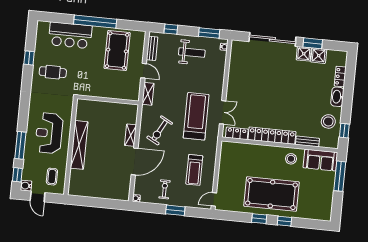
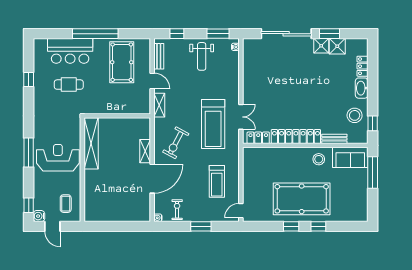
weight bench: (192, 53) -> (202, 56), turned 90
cafe table: (53, 72) -> (69, 85), moved
treadmill: (196, 116) -> (213, 124), turned 180
reception desk: (49, 133) -> (58, 158), turned 90
window: (20, 145) -> (29, 152), moved
shelving: (79, 145) -> (91, 143), moved
exercise bike: (165, 189) -> (177, 210), moved

